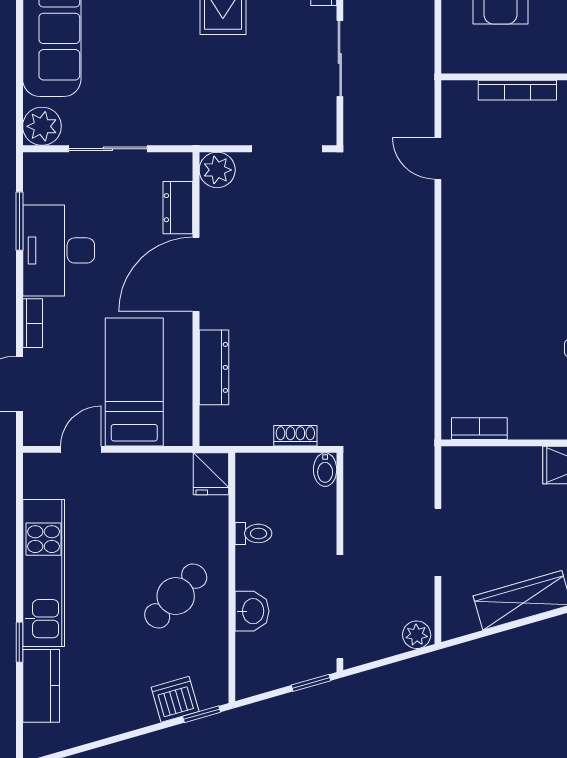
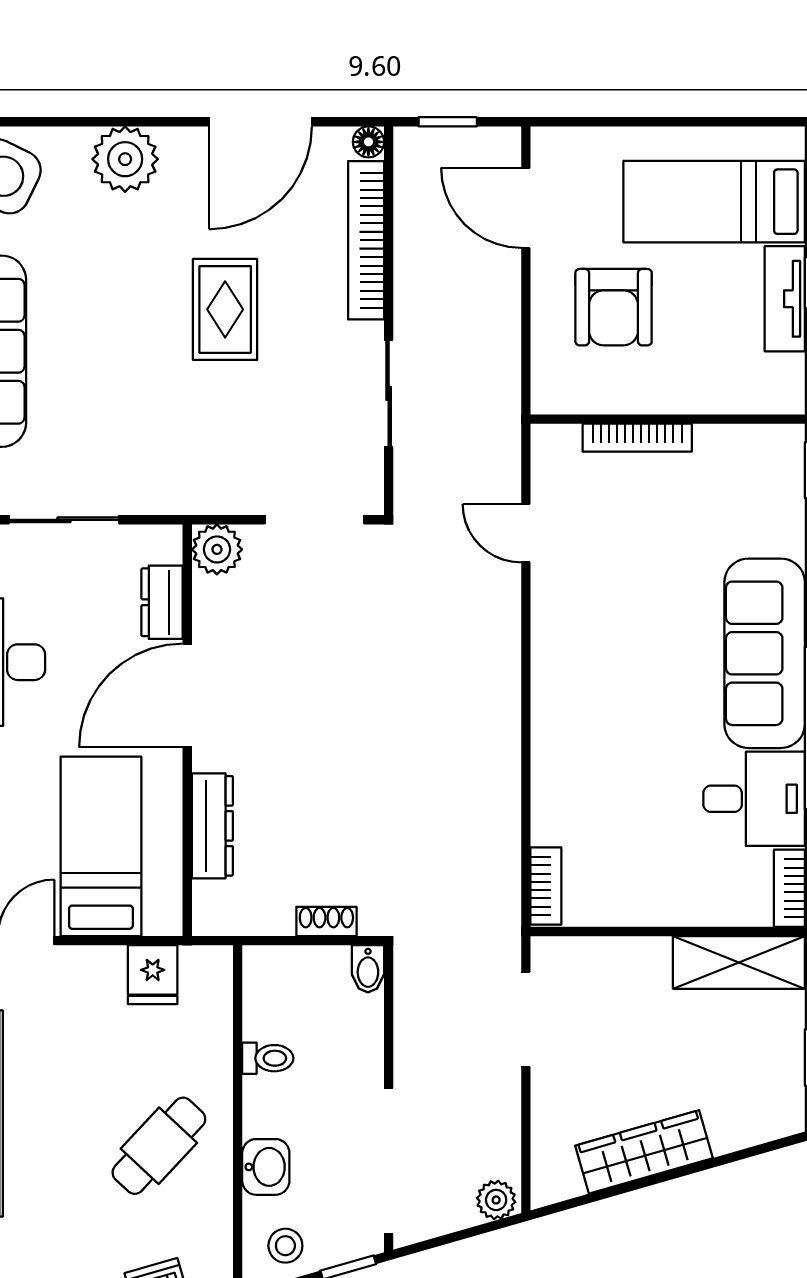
bookcase: (479, 429) -> (546, 886), moved, turned 90
fridge: (211, 474) -> (153, 975), moved
doorway: (438, 542) -> (526, 1020), moved
stool: (266, 667) -> (285, 1246), added

